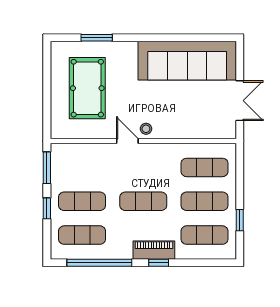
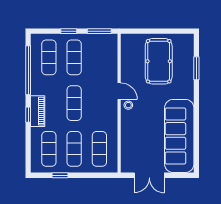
pool table: (87, 88) -> (159, 61), turned 90
door: (127, 141) -> (119, 91), hinge flipped

